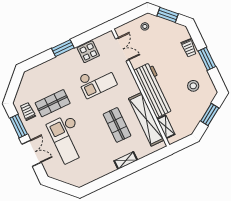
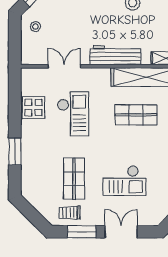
window: (63, 48) -> (15, 152), moved
double door: (122, 49) -> (64, 66), moved
workbench: (154, 90) -> (115, 55), width x0.73, depth x0.76
checkout: (68, 139) -> (124, 181), width x0.73, depth x0.83

